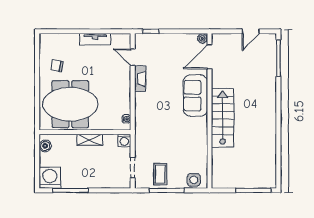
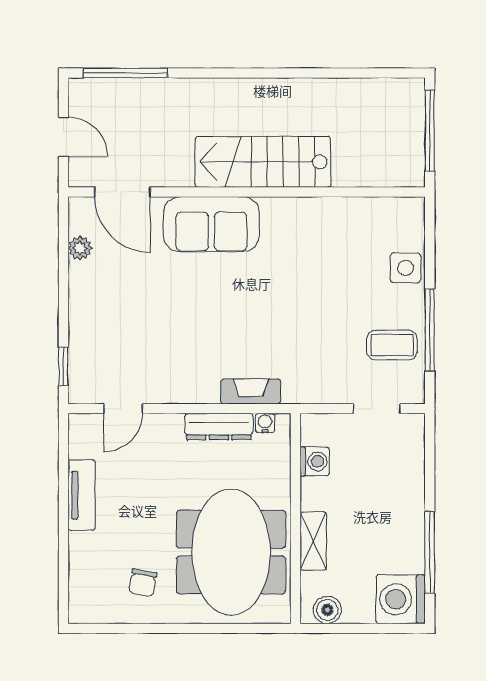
door: (209, 57) -> (122, 192), moved
fireplace: (140, 79) -> (251, 391), moved
sofa: (195, 96) -> (211, 224), moved
dresser: (125, 99) -> (219, 427), added
wall: (209, 111) -> (247, 192), moved
stairs: (223, 118) -> (263, 162), moved
shelving: (90, 140) -> (313, 541), moved
washing machine: (124, 140) -> (315, 461), moved

